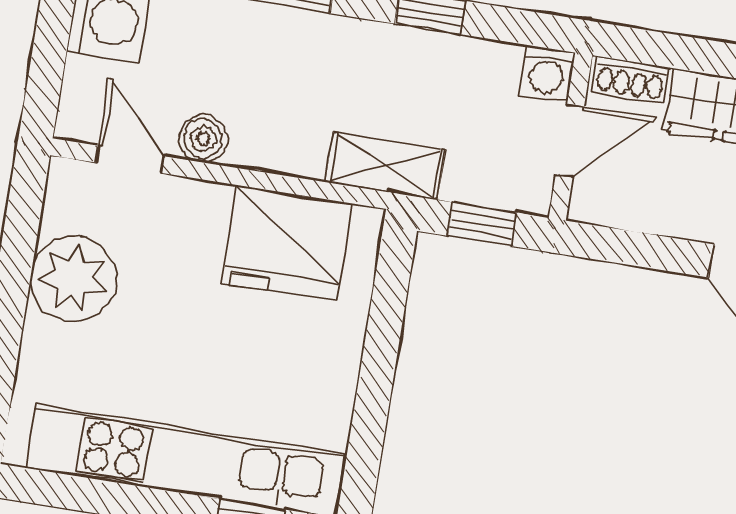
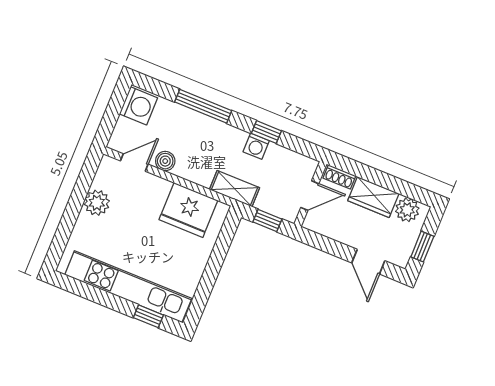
washing machine: (547, 73) -> (256, 146), moved
door: (130, 159) -> (134, 163), hinge flipped
plant: (74, 279) -> (97, 203), width x0.73, depth x0.73

